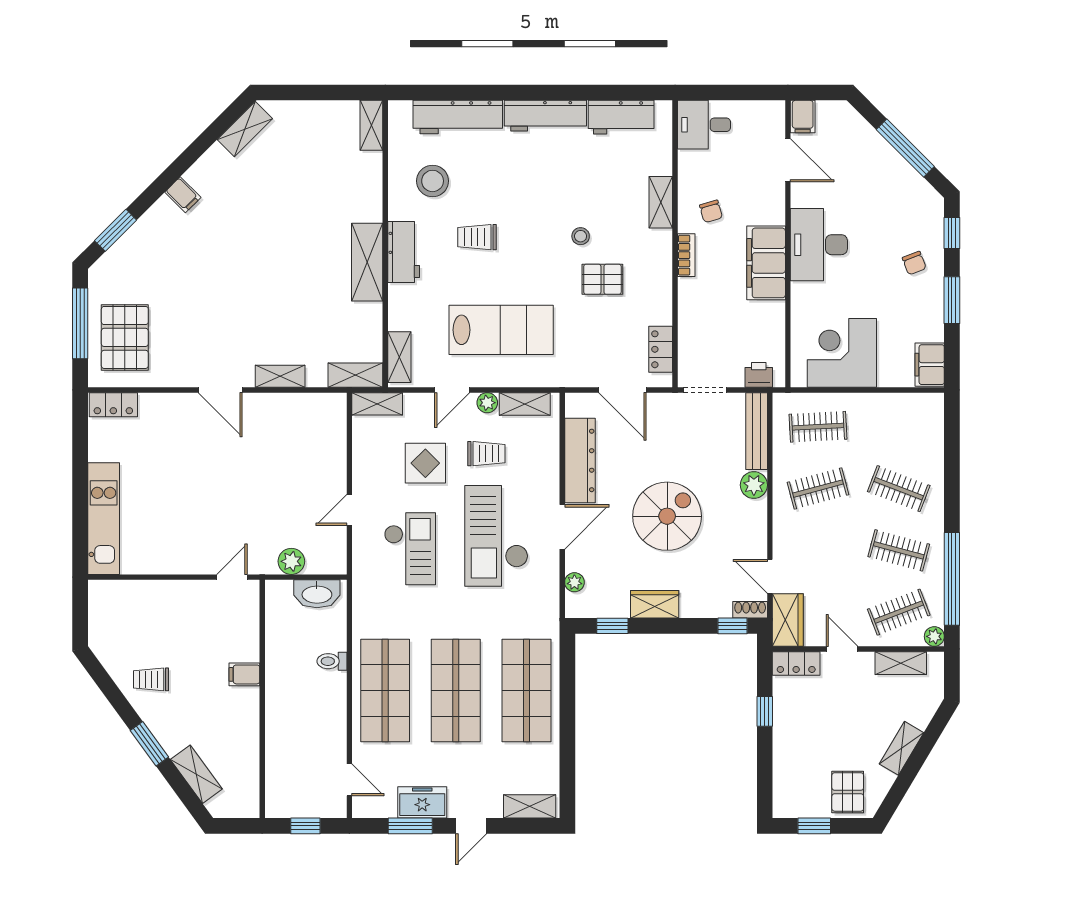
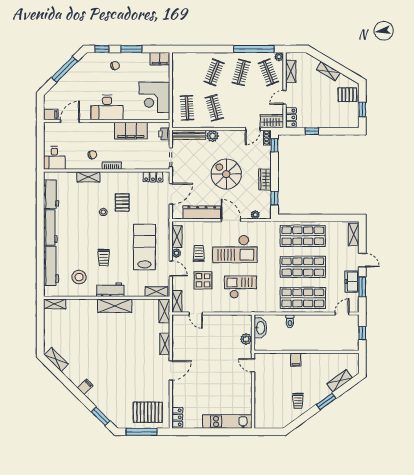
filing cabinet: (766, 263) -> (131, 131), moved
door: (349, 510) -> (196, 314), moved

